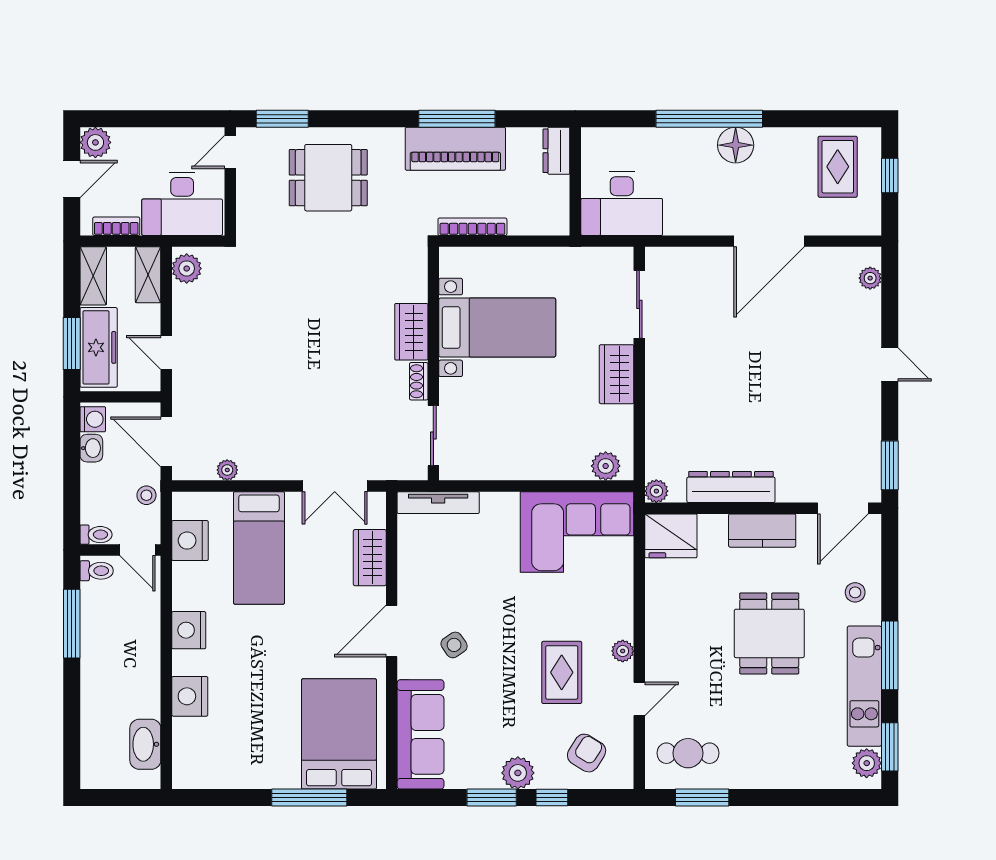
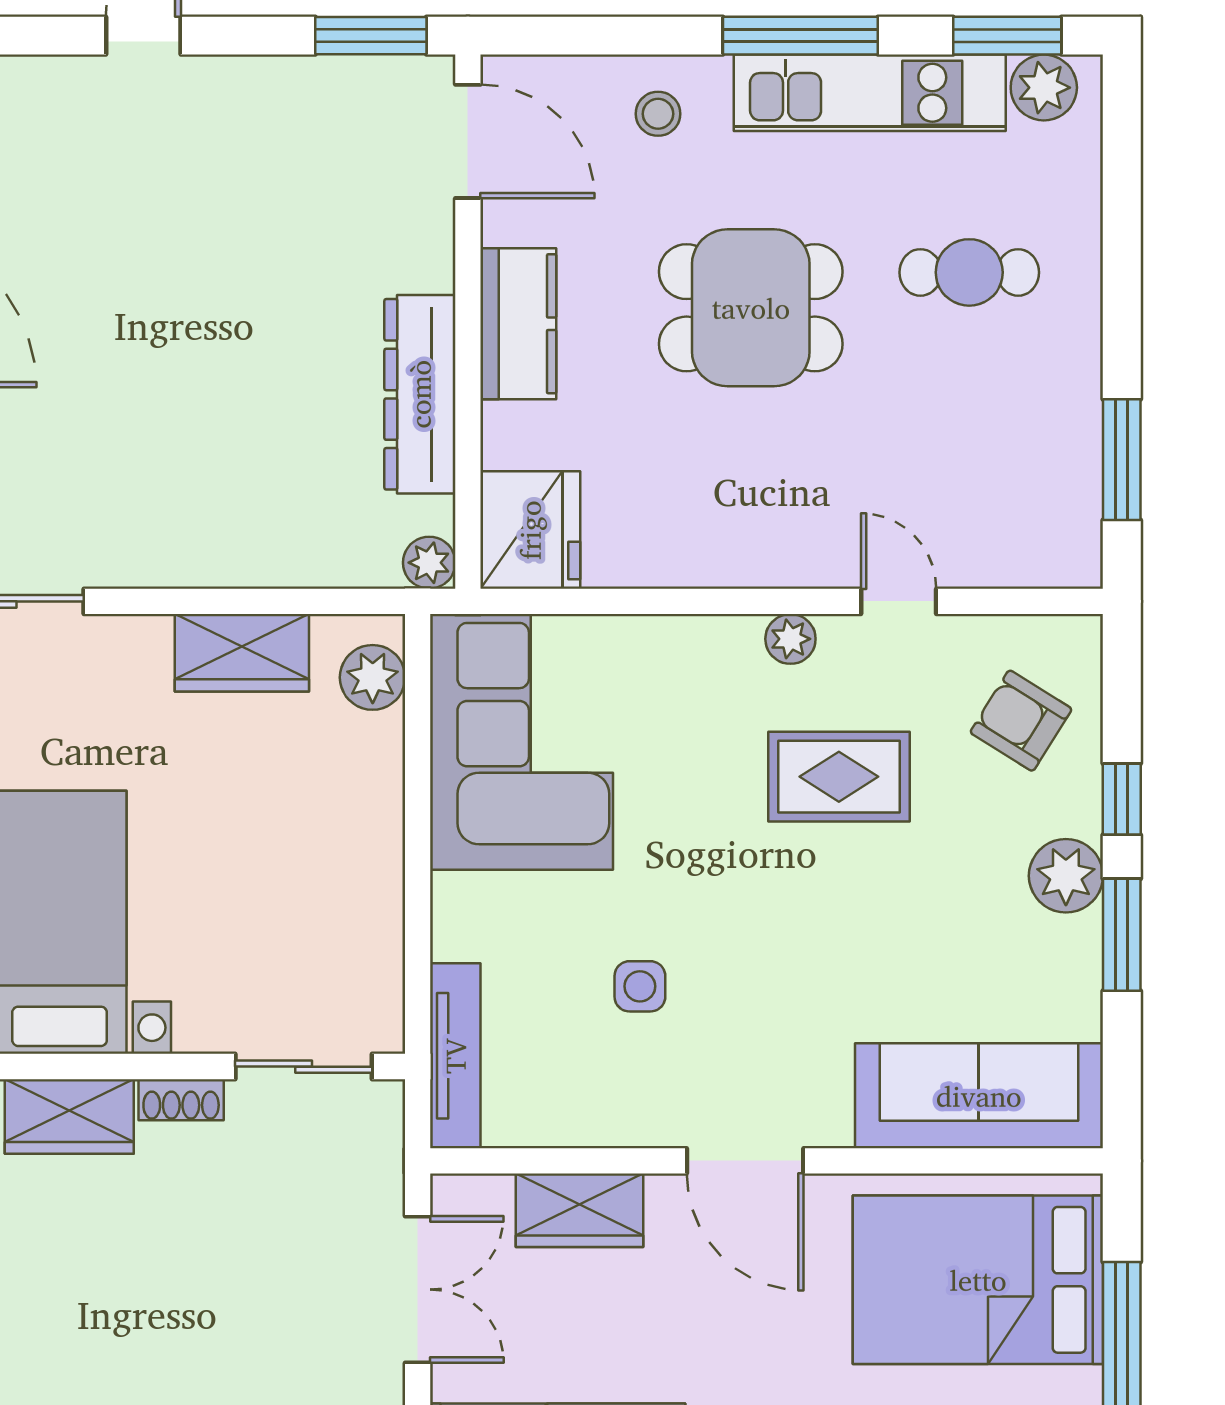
wardrobe: (617, 374) -> (242, 653), moved
side table: (454, 645) -> (640, 986), moved, turned 35
cafe table: (688, 753) -> (969, 272), moved, turned 90

